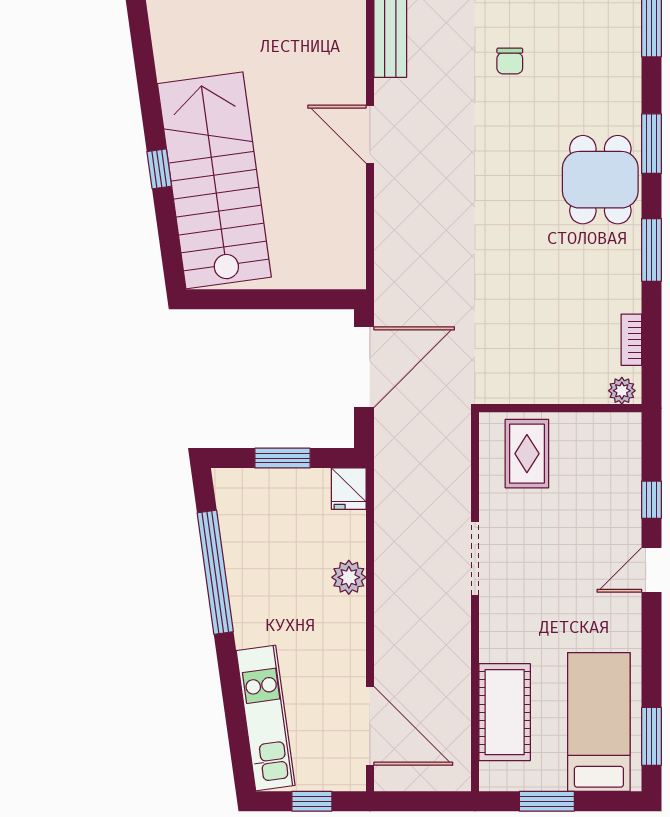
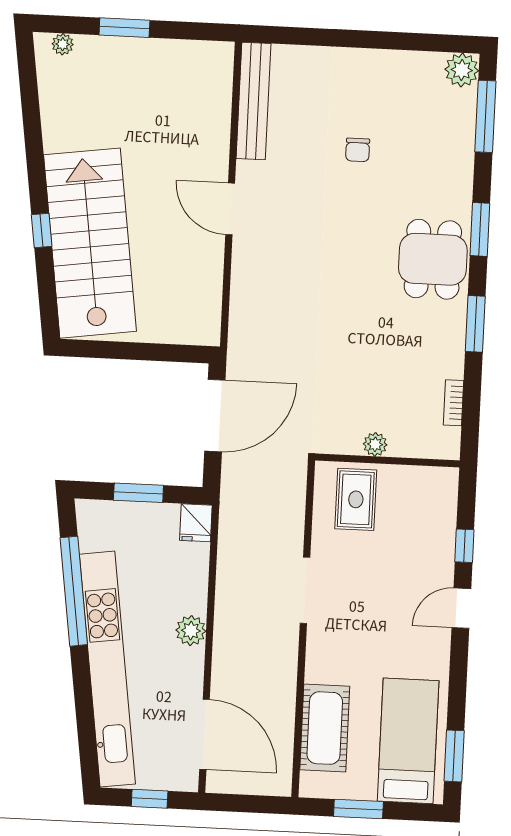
plant: (622, 391) -> (375, 444), moved
plant: (349, 577) -> (191, 631), moved
kitchen unit: (266, 718) -> (107, 669), width x1.86

